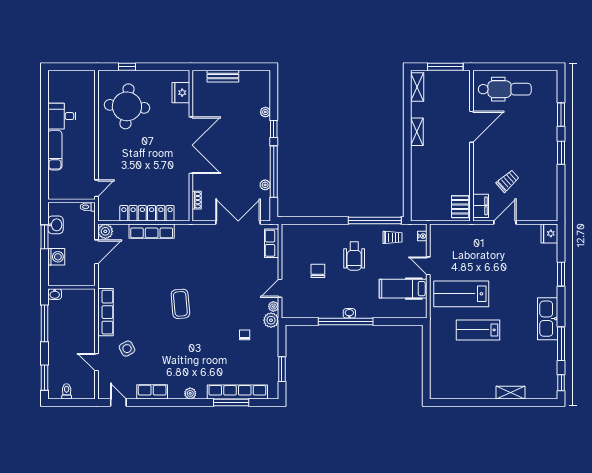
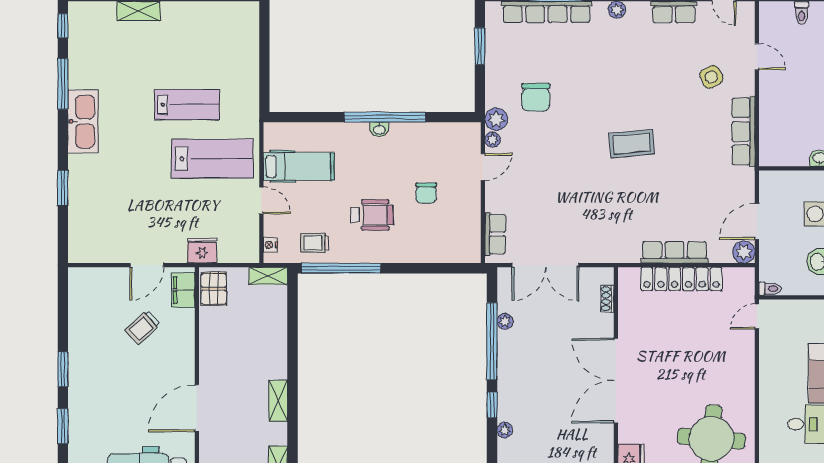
shelving: (424, 215) -> (268, 276), added
fridge: (549, 233) -> (202, 251), moved, turned -90
wheelchair: (354, 256) -> (372, 215), turned 90
coffee table: (180, 304) -> (632, 144), turned 90
chair: (245, 335) -> (536, 97), width x1.87, depth x1.87

